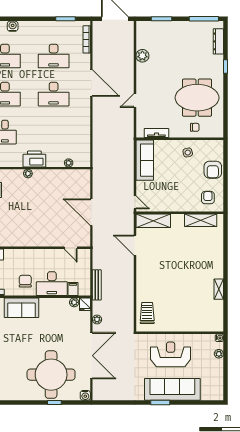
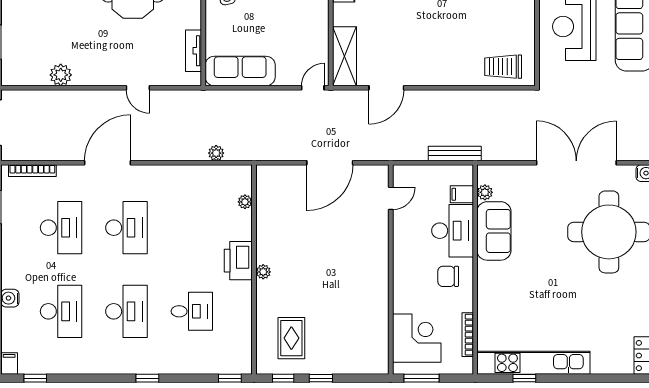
fridge: (85, 304) -> (488, 174), removed
sofa: (22, 308) -> (494, 231), moved
plant: (97, 319) -> (216, 153), moved

